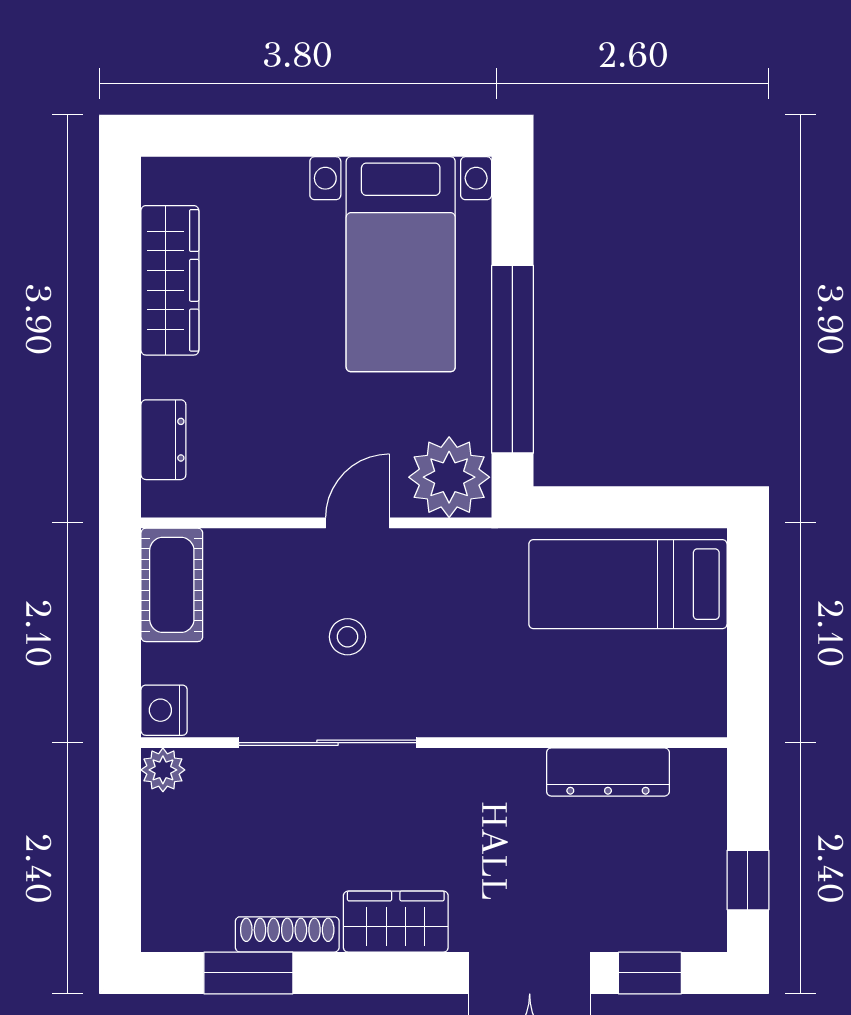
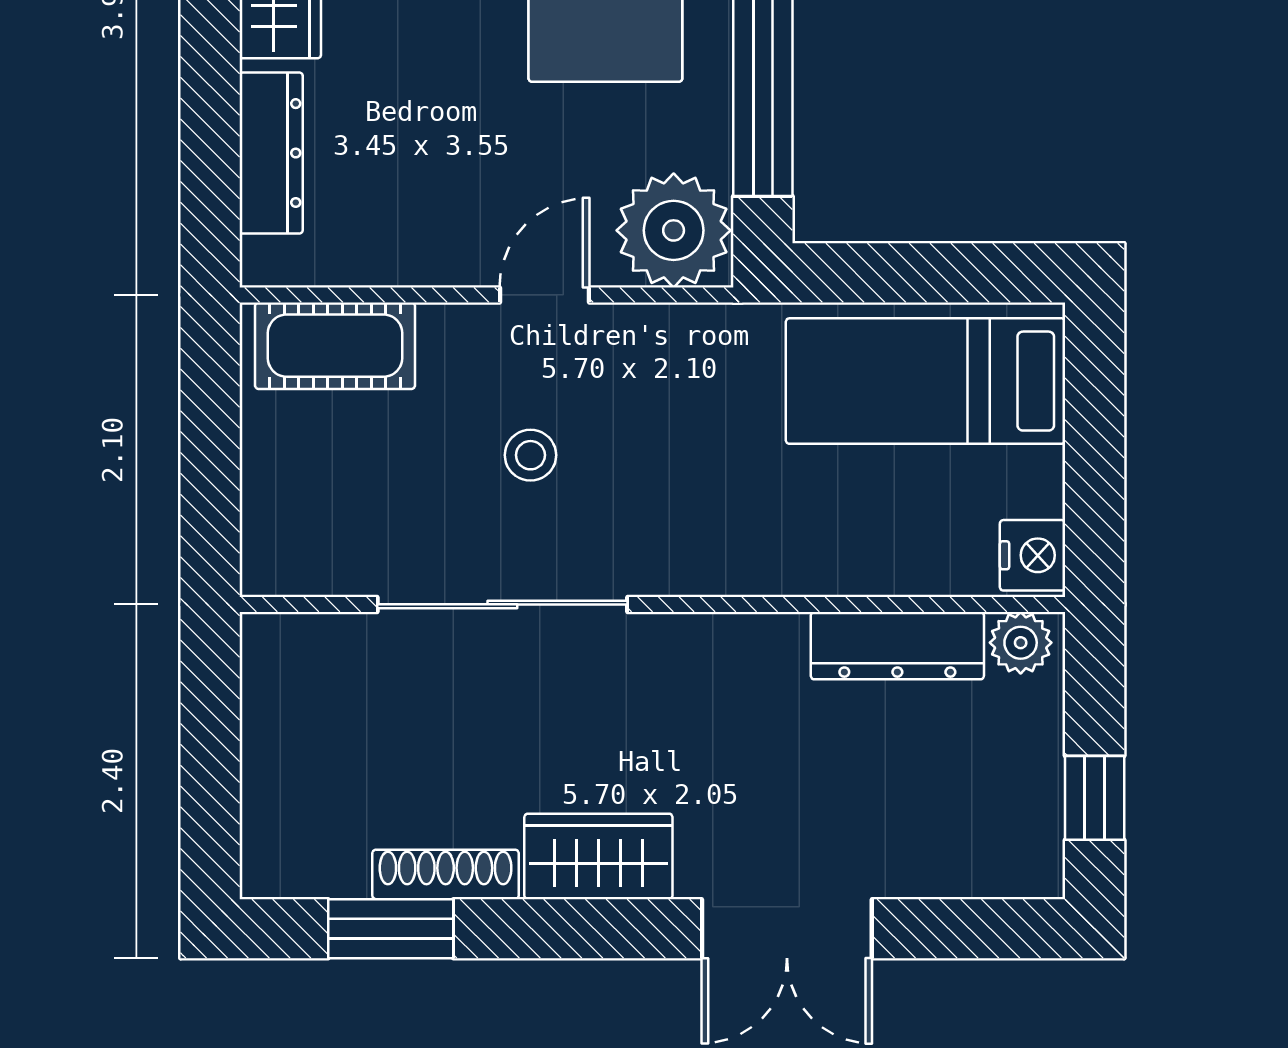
dresser: (163, 440) -> (271, 153), width x1.44
cot: (172, 585) -> (335, 346), moved, turned 90
nightstand: (164, 710) -> (1033, 555), moved, turned 180
plant: (163, 770) -> (1021, 643), moved
window: (650, 973) -> (956, 929), removed

